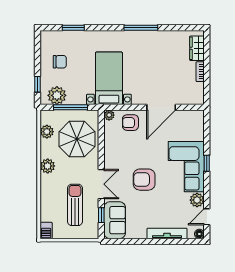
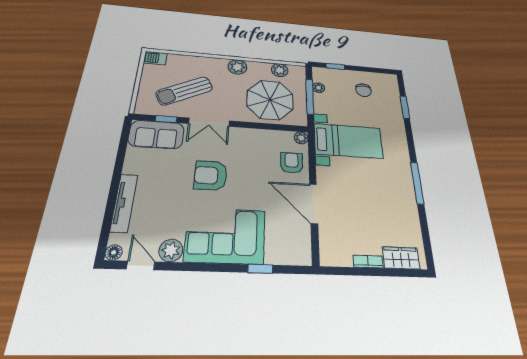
plant: (57, 95) -> (318, 88), width x0.53, depth x0.53
window: (207, 163) -> (260, 269), moved
armchair: (144, 180) -> (211, 175), turned -90
sun lounger: (75, 205) -> (184, 91), turned 153

